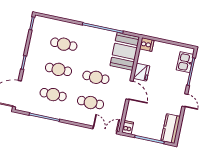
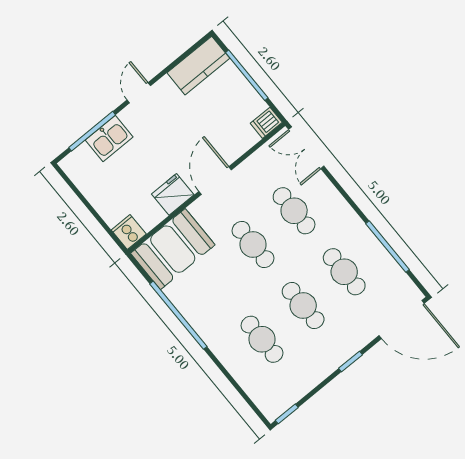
kitchen sink: (185, 62) -> (109, 138), moved

